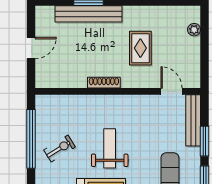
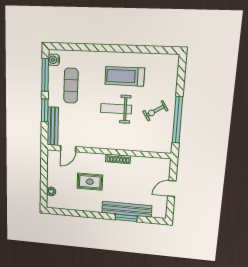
rug: (140, 48) -> (90, 182), turned 90
door: (172, 91) -> (68, 149), hinge flipped
weight bench: (110, 148) -> (116, 109), turned 90

